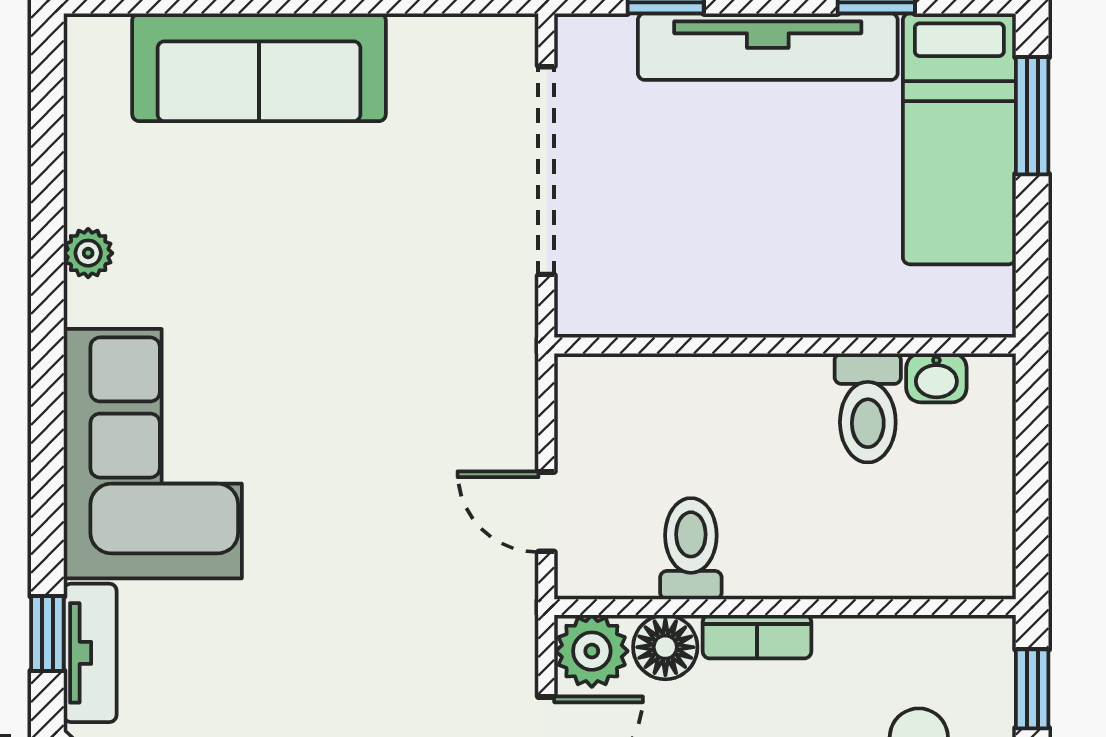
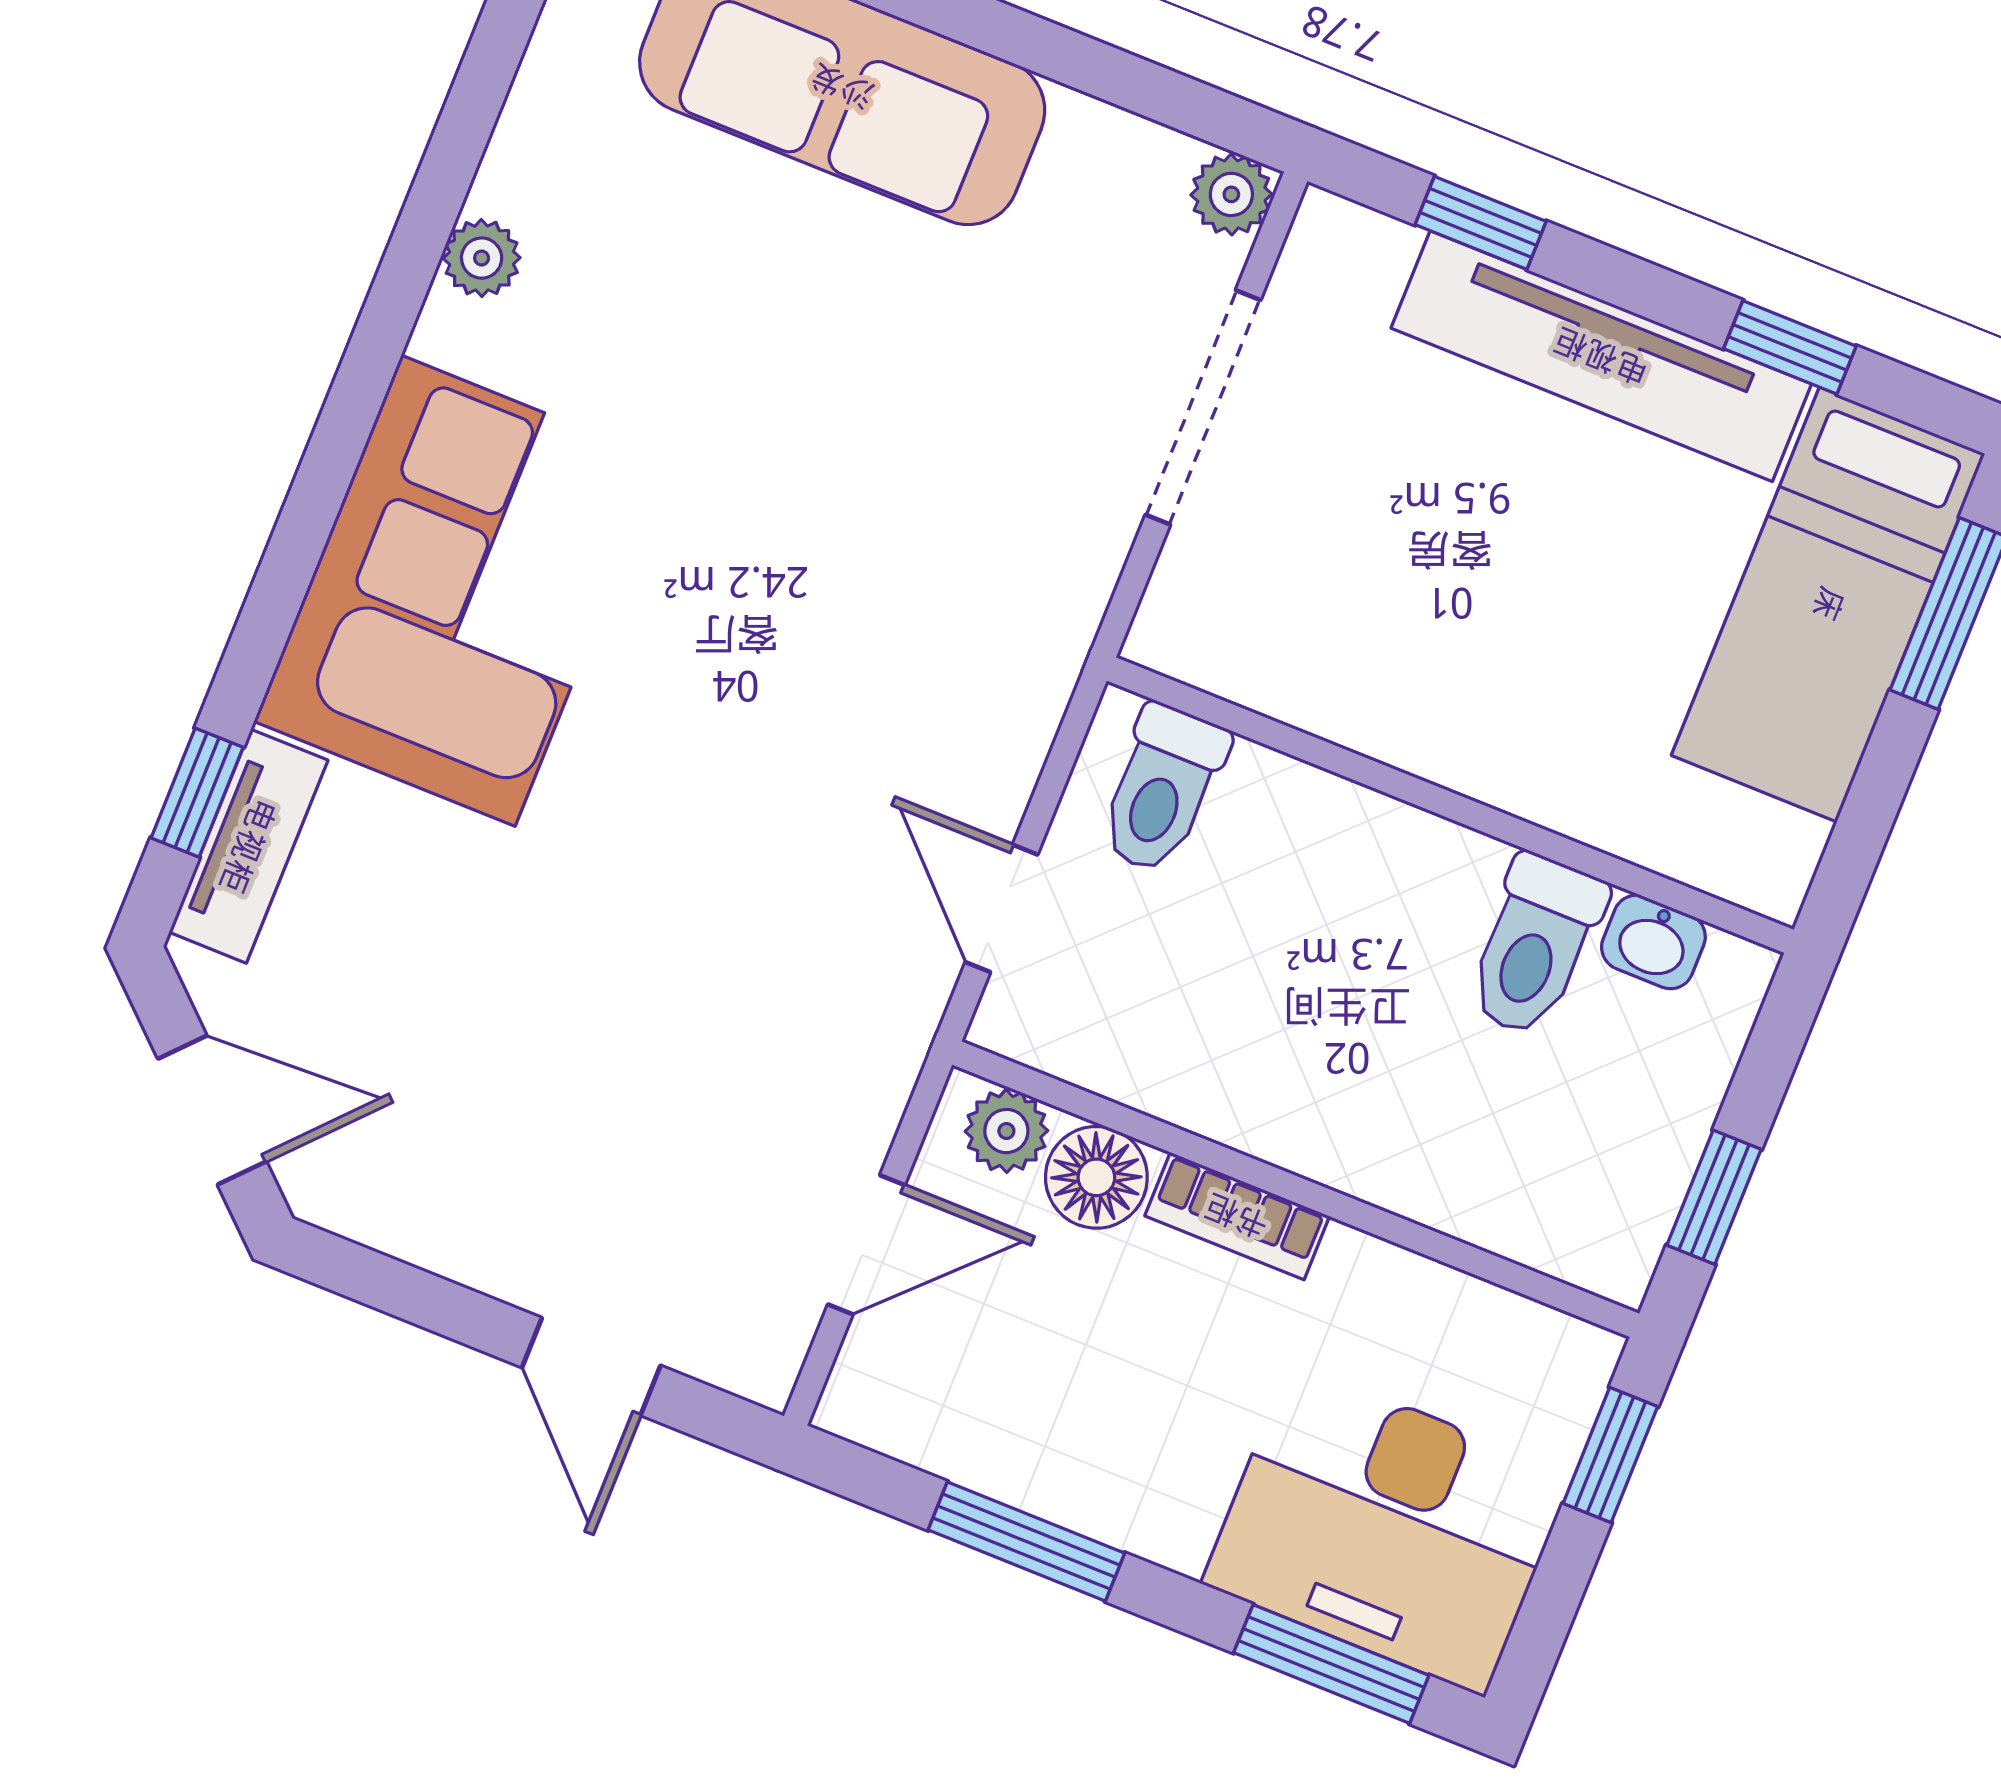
plant: (513, 39) -> (1231, 194), added
doorway: (546, 171) -> (1203, 407), width x0.73
window: (1032, 513) -> (1714, 1197), added
toilet: (691, 549) -> (1162, 789), moved, turned 180
plant: (592, 651) -> (1006, 1131), width x0.73, depth x0.73

